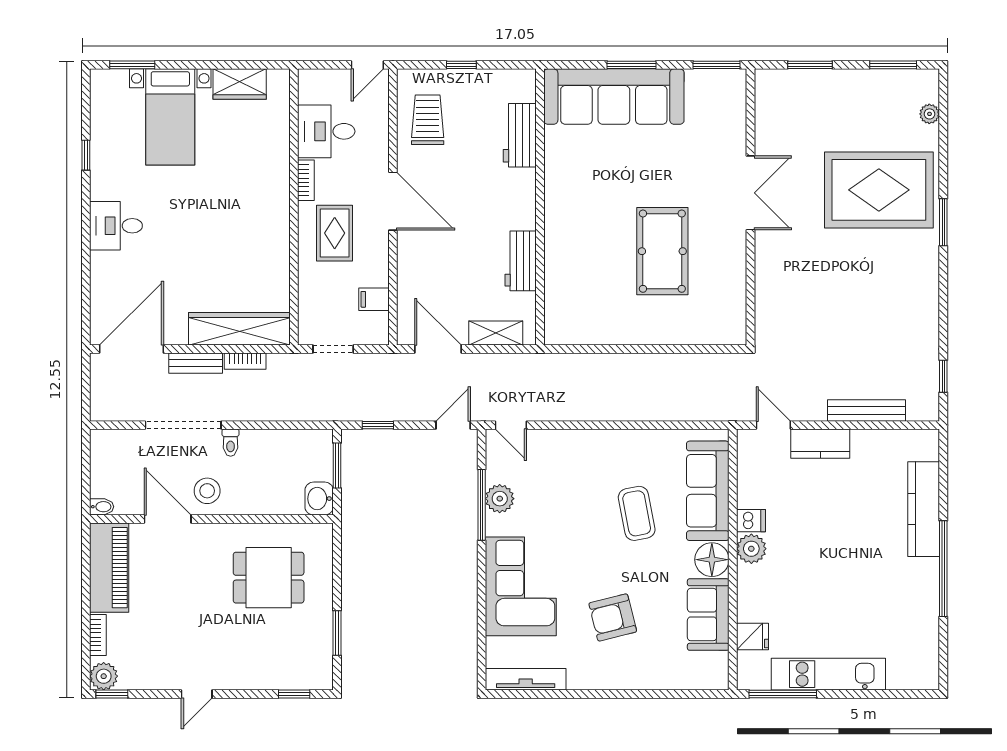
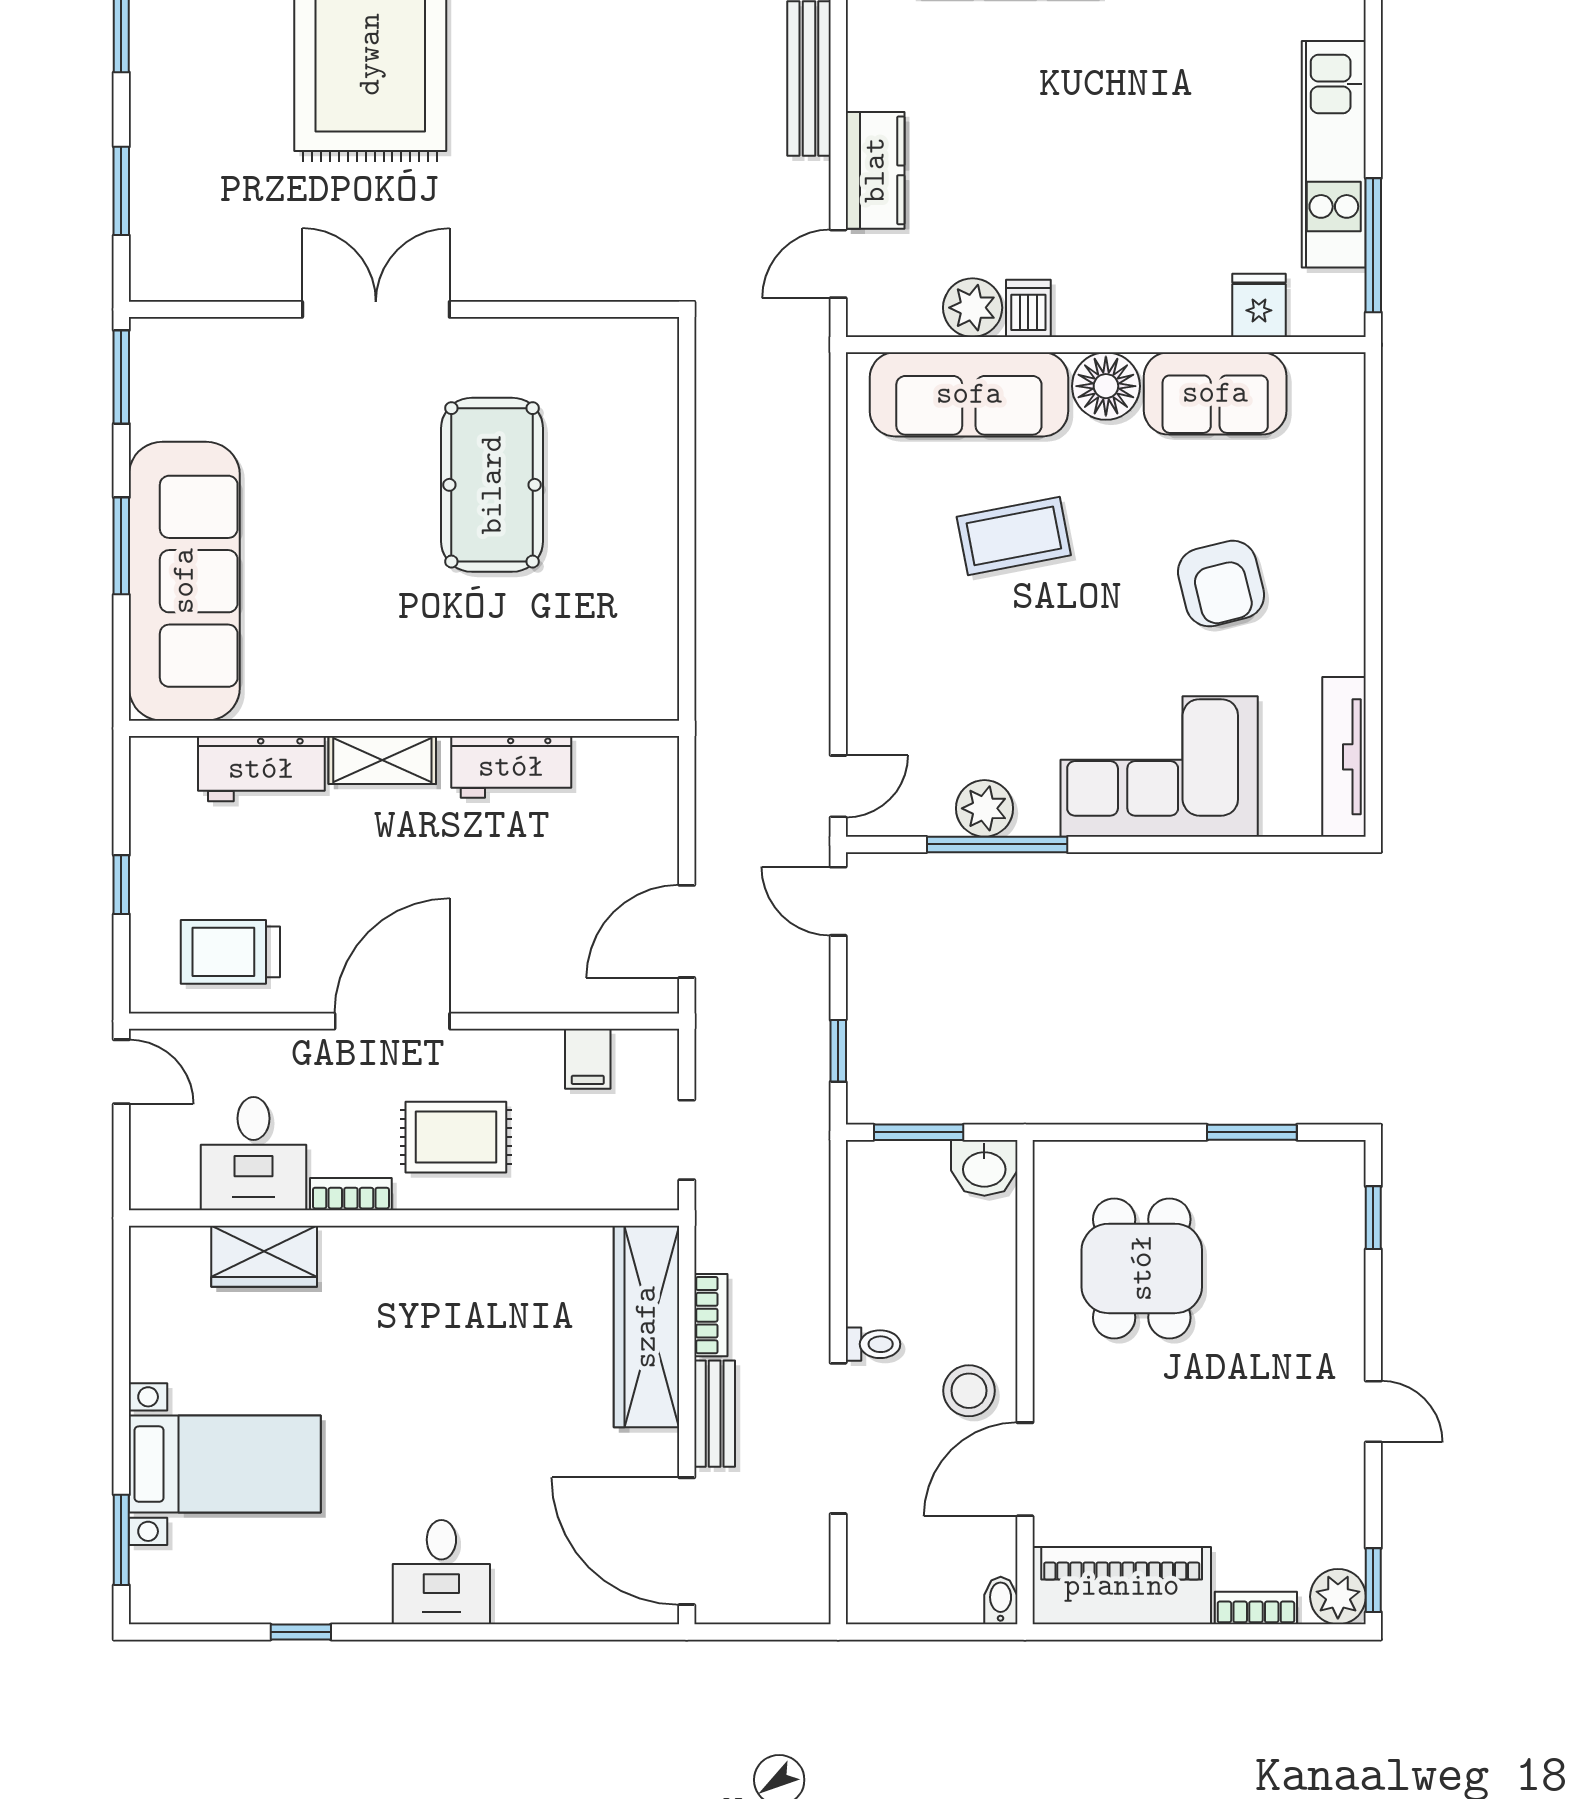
wardrobe: (240, 84) -> (264, 1256), moved, turned 90
pool table: (662, 251) -> (492, 485), turned 90
shelving: (496, 333) -> (382, 760), moved, turned 90
plant: (751, 549) -> (973, 308), moved

